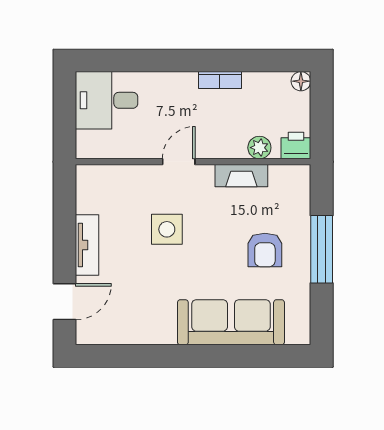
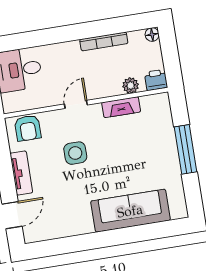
bookcase: (220, 80) -> (104, 41), width x1.56
armchair: (265, 250) -> (28, 128), moved

